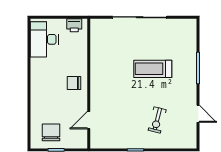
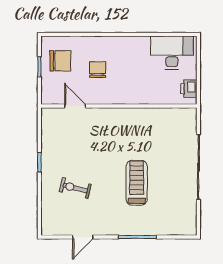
chair: (74, 83) -> (98, 70), moved

